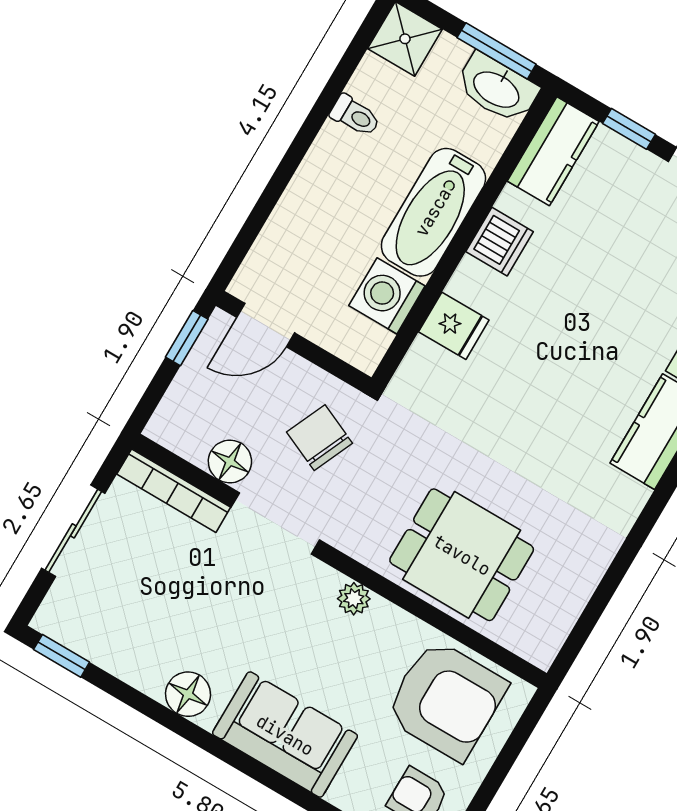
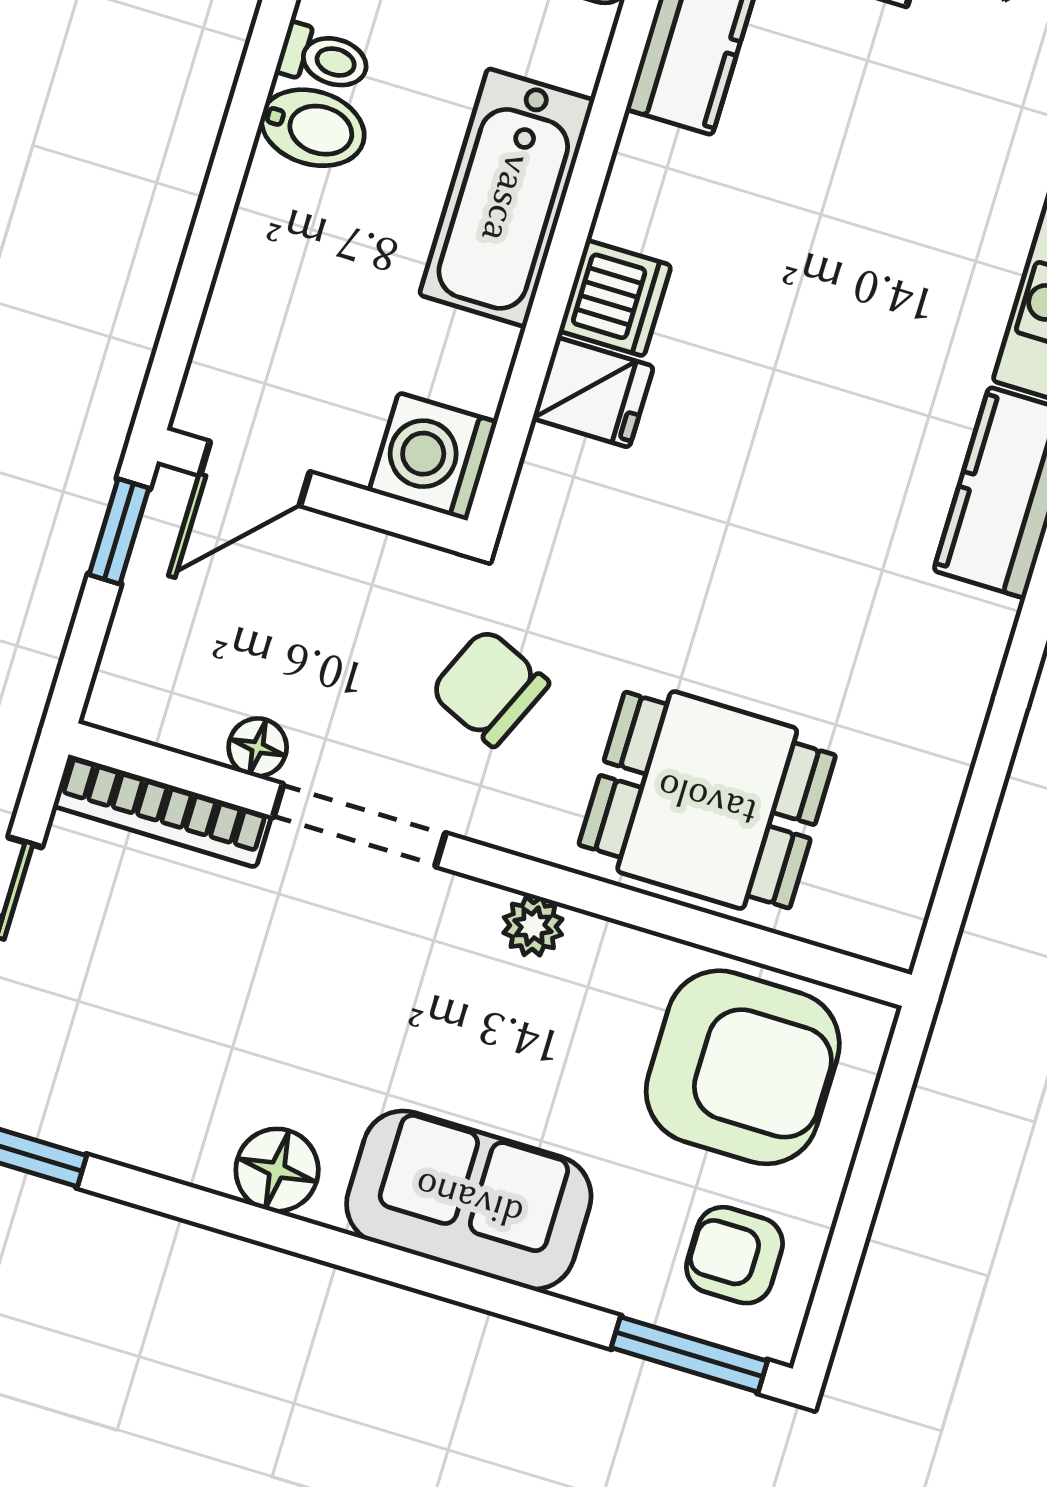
bidet: (340, 151) -> (313, 128), added
dishwasher: (500, 242) -> (615, 298), moved
washing machine: (387, 296) -> (433, 457), moved
chair: (320, 438) -> (489, 687), moved
floor lamp: (230, 462) -> (258, 747), width x0.73, depth x0.73

